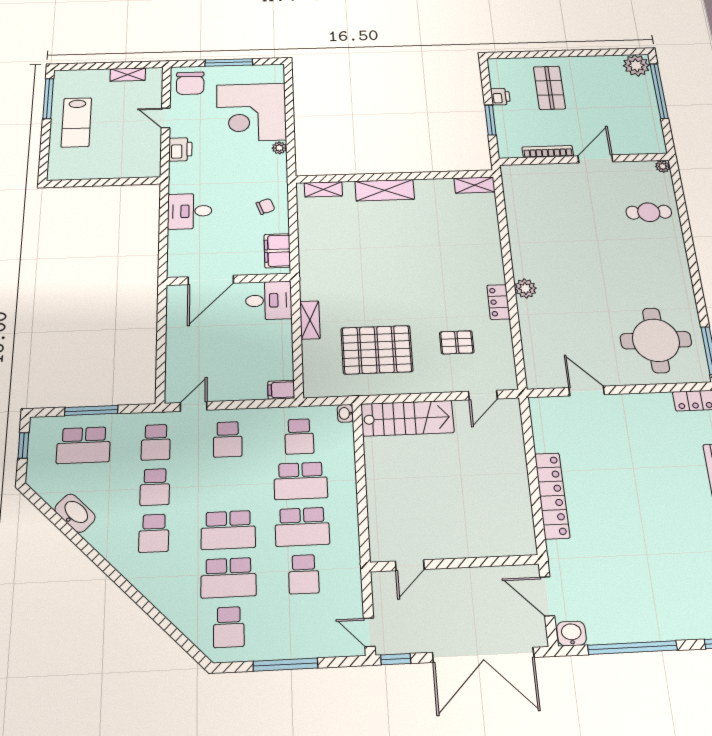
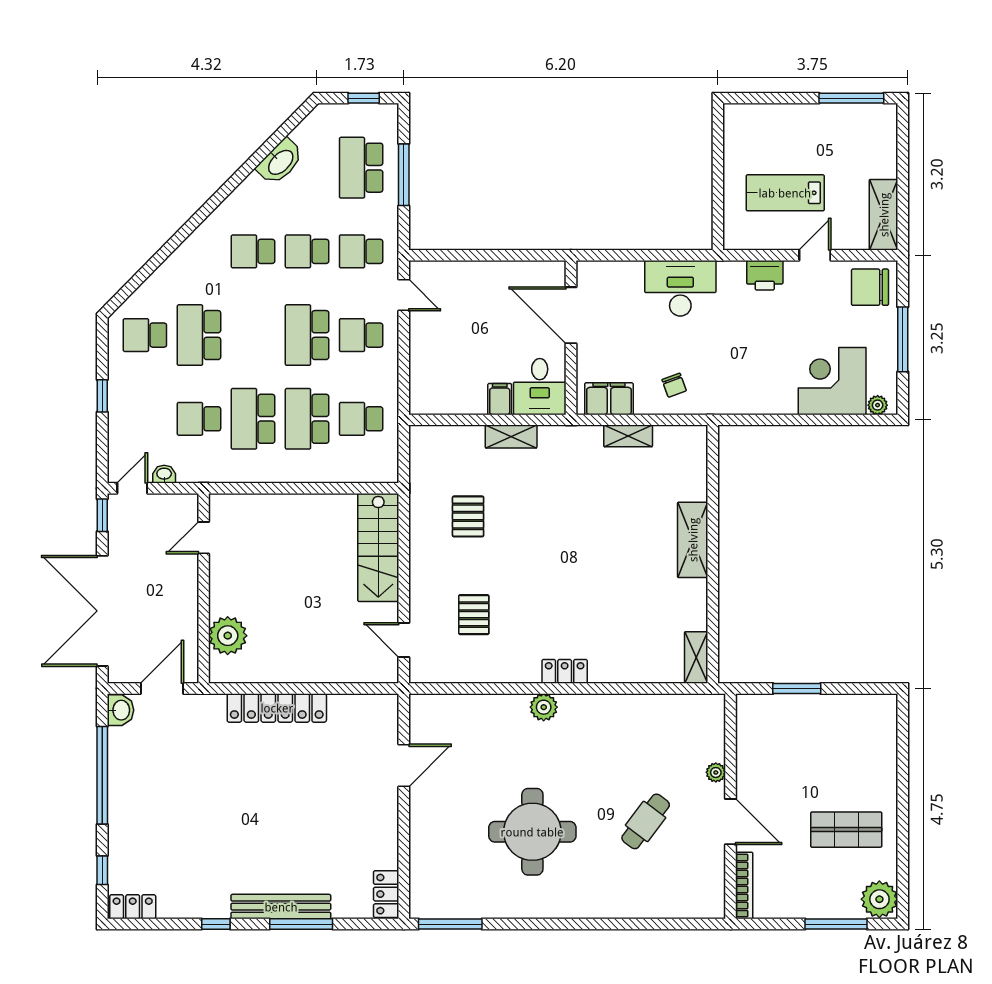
shelving: (128, 75) -> (884, 215), width x1.50, depth x1.33
shop shelf: (549, 88) -> (846, 830), moved
window: (659, 91) -> (836, 924), width x0.68
printer: (500, 97) -> (834, 706), removed
corner desk: (251, 112) -> (832, 381), width x0.74, depth x0.74
lab bench: (76, 122) -> (785, 193), moved
plant: (279, 148) -> (878, 405), moved
bookcase: (548, 152) -> (744, 886), moved
plant: (663, 166) -> (716, 772), moved
shelving: (323, 189) -> (628, 436), moved, turned 90
desk: (190, 211) -> (680, 288), width x1.37
cafe table: (649, 212) -> (646, 821), moved, turned 37
locker: (498, 302) -> (565, 671), moved
round table: (656, 340) -> (532, 832), moved
pallet: (377, 350) -> (468, 516), width x0.49, depth x0.50
filing cabinet: (281, 390) -> (500, 399), moved
washbasin: (345, 413) -> (164, 474), moved
school desk: (228, 530) -> (307, 335), moved
plant: (494, 540) -> (228, 636), added
door: (410, 565) -> (204, 538), hinge flipped
window: (285, 665) -> (102, 396), width x0.46

